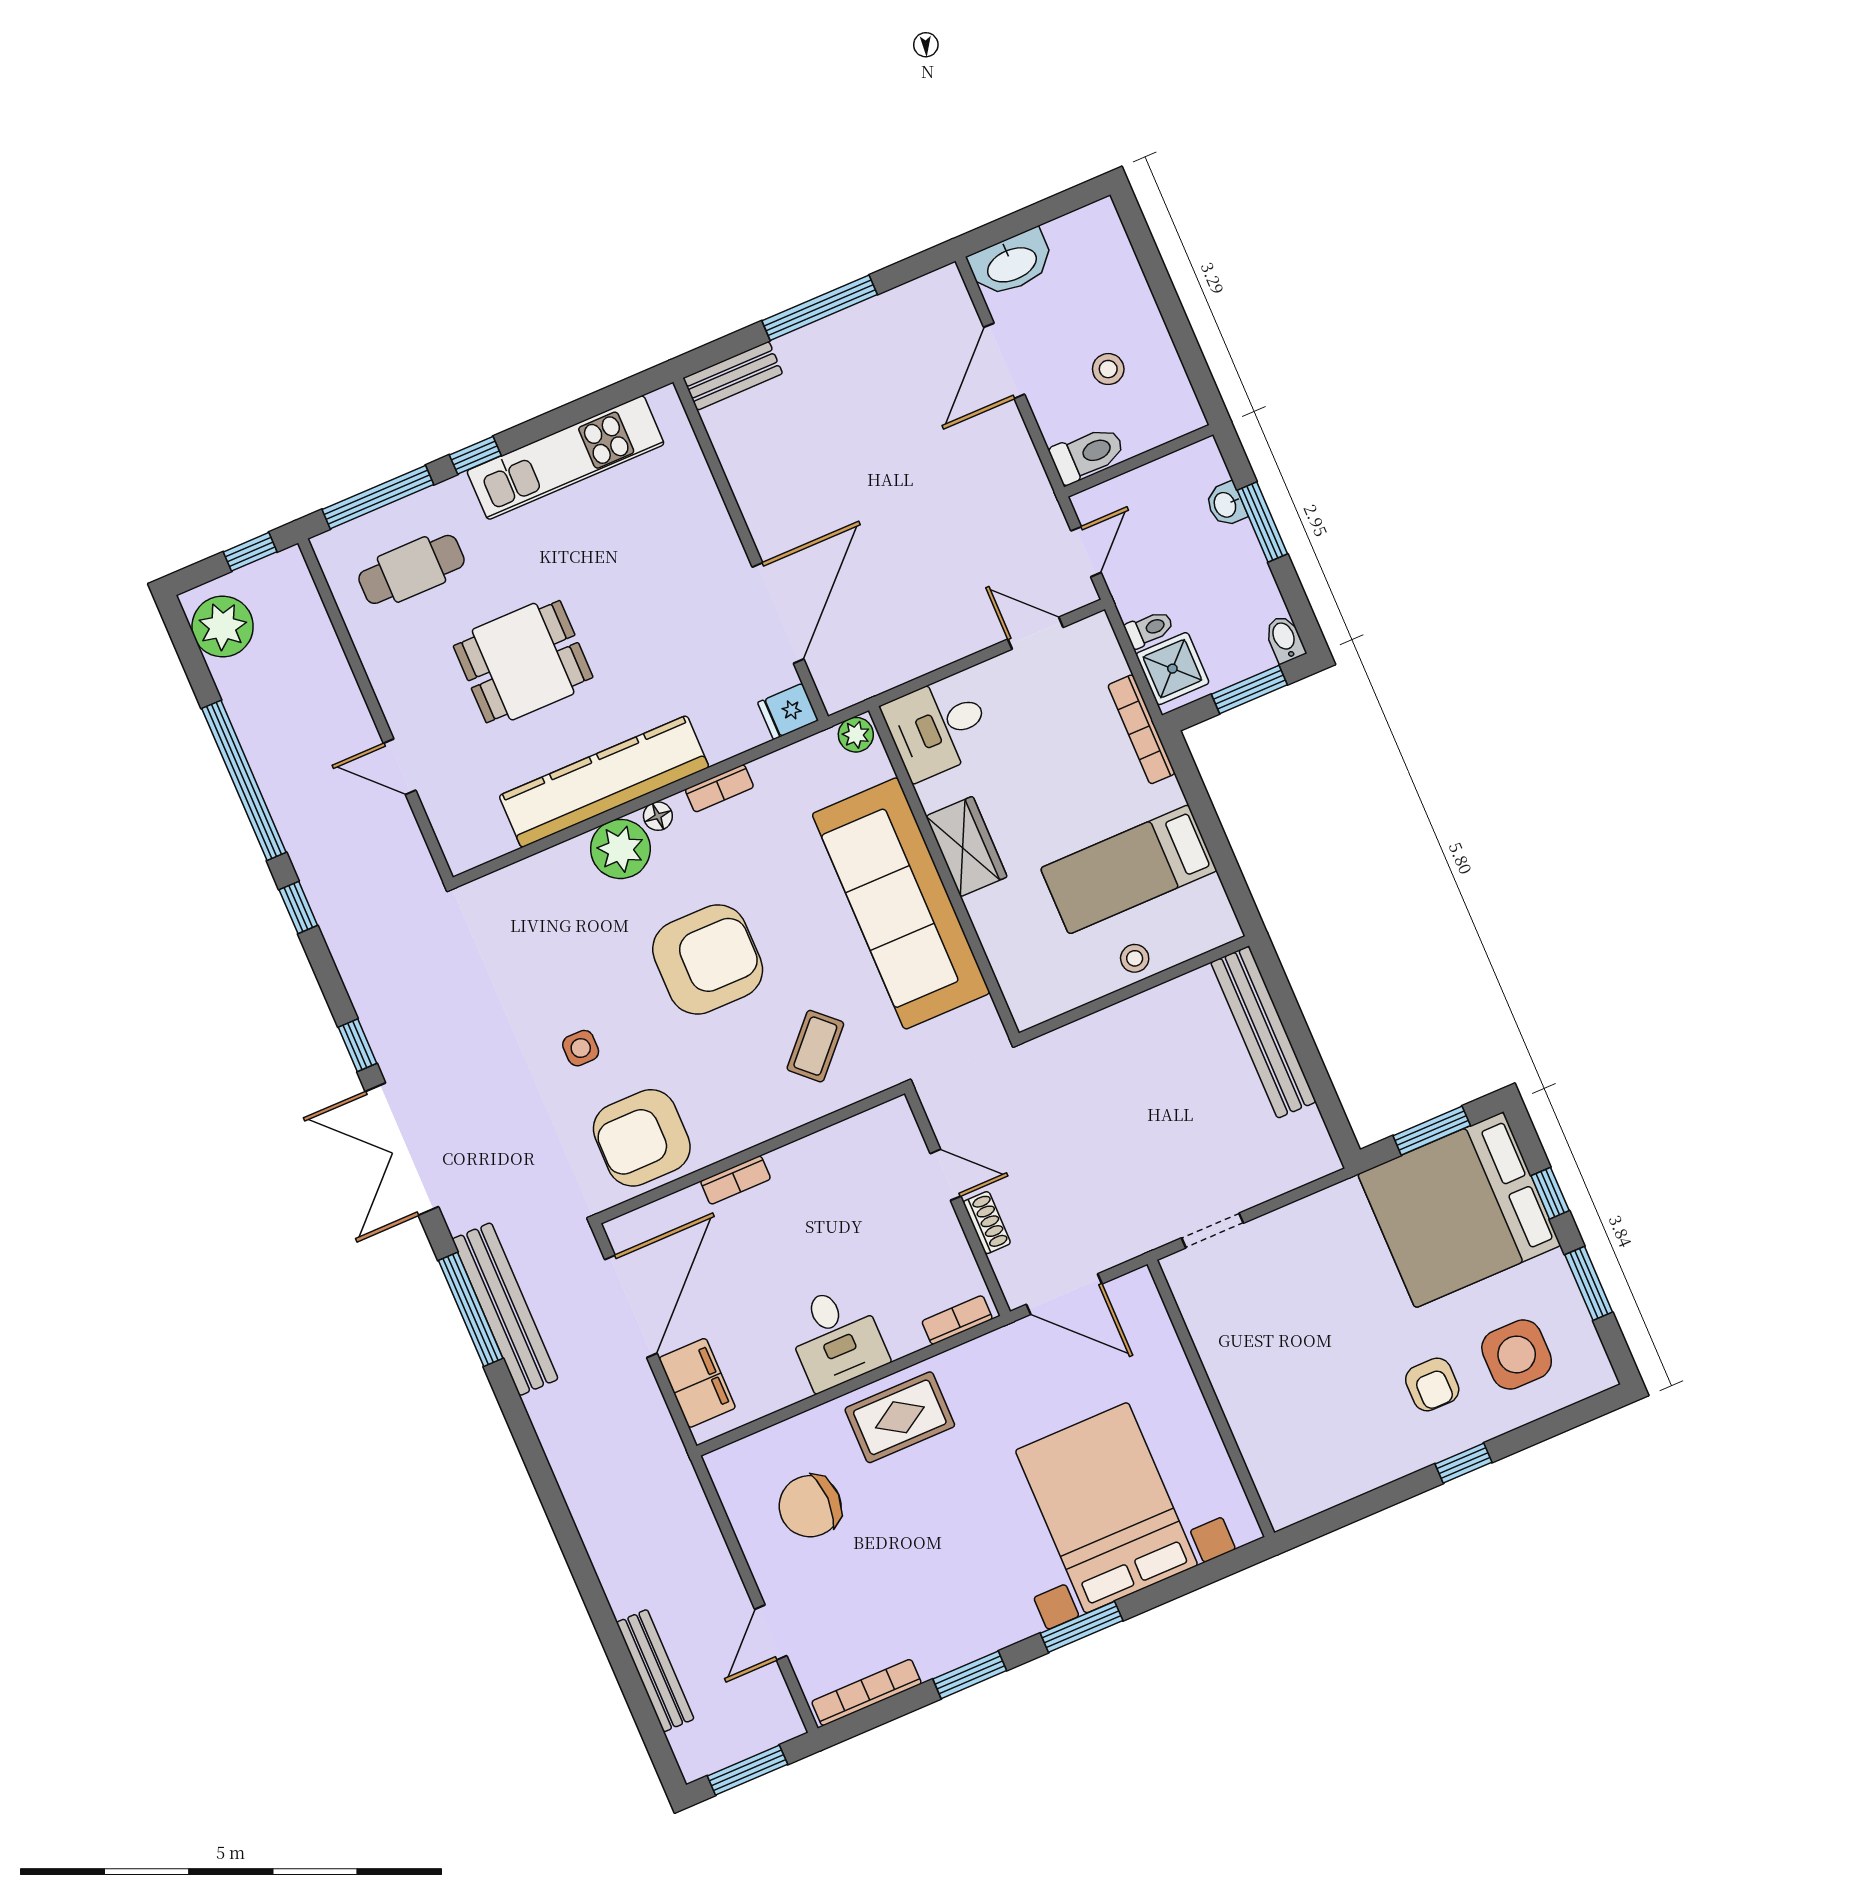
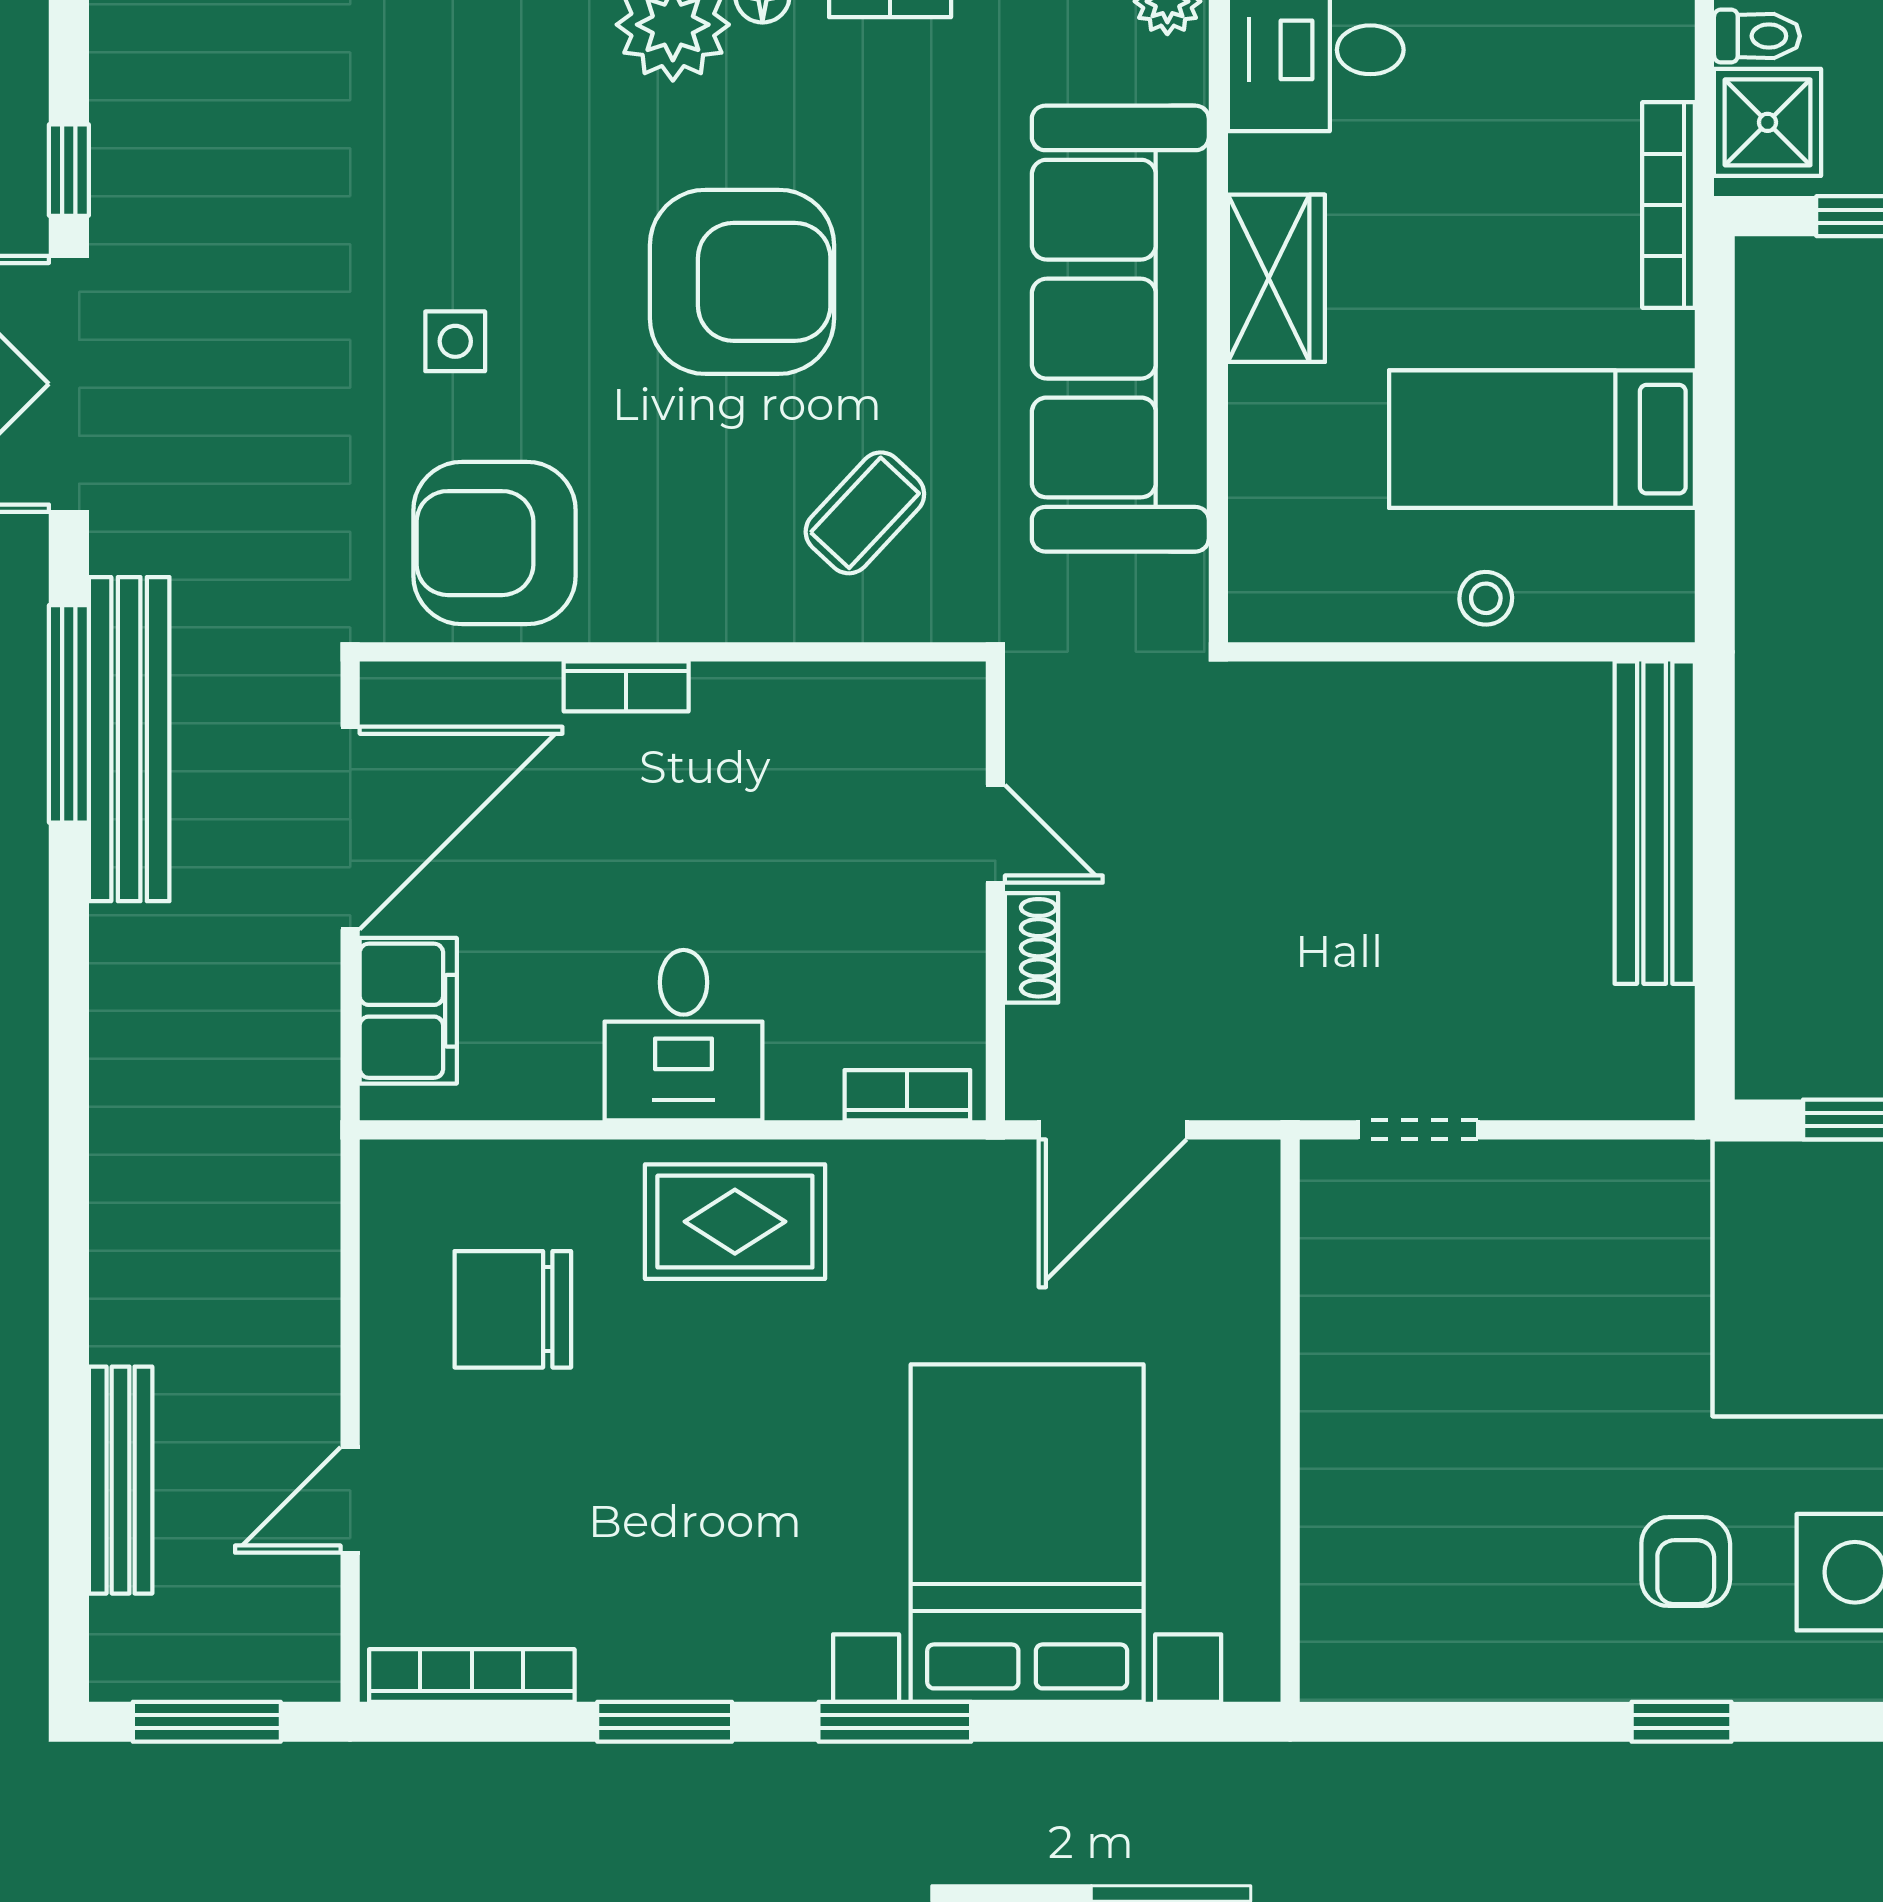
door: (1064, 1294) -> (1113, 1130), hinge flipped

